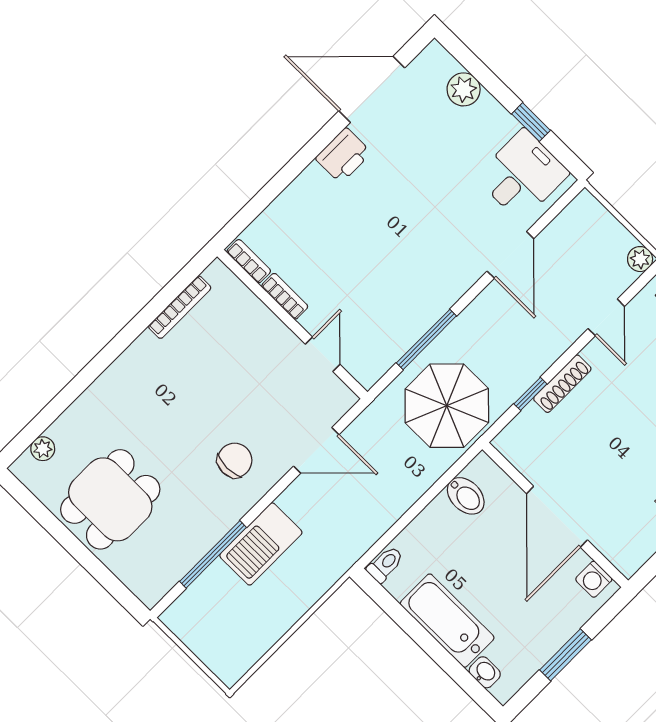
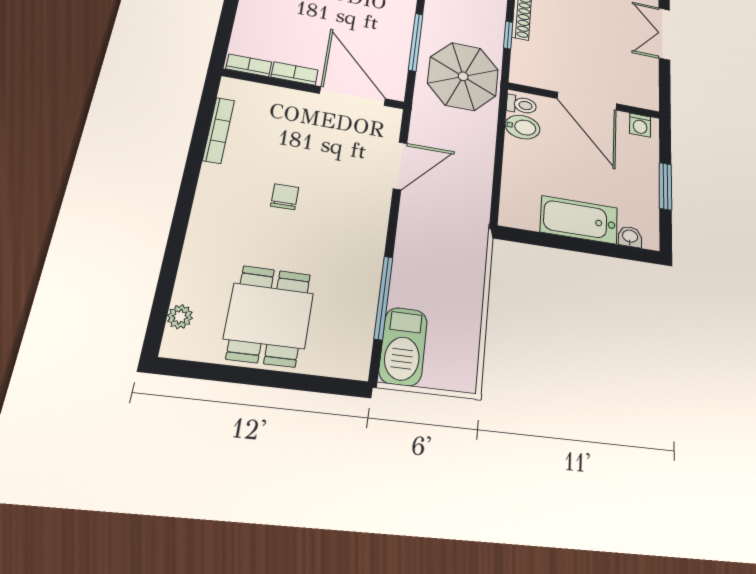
door: (323, 354) -> (353, 96), width x1.87
chair: (235, 460) -> (285, 197), moved, width x0.73, depth x0.73
barbecue: (261, 544) -> (403, 346), moved
toilet: (385, 564) -> (521, 105), moved, turned 90

